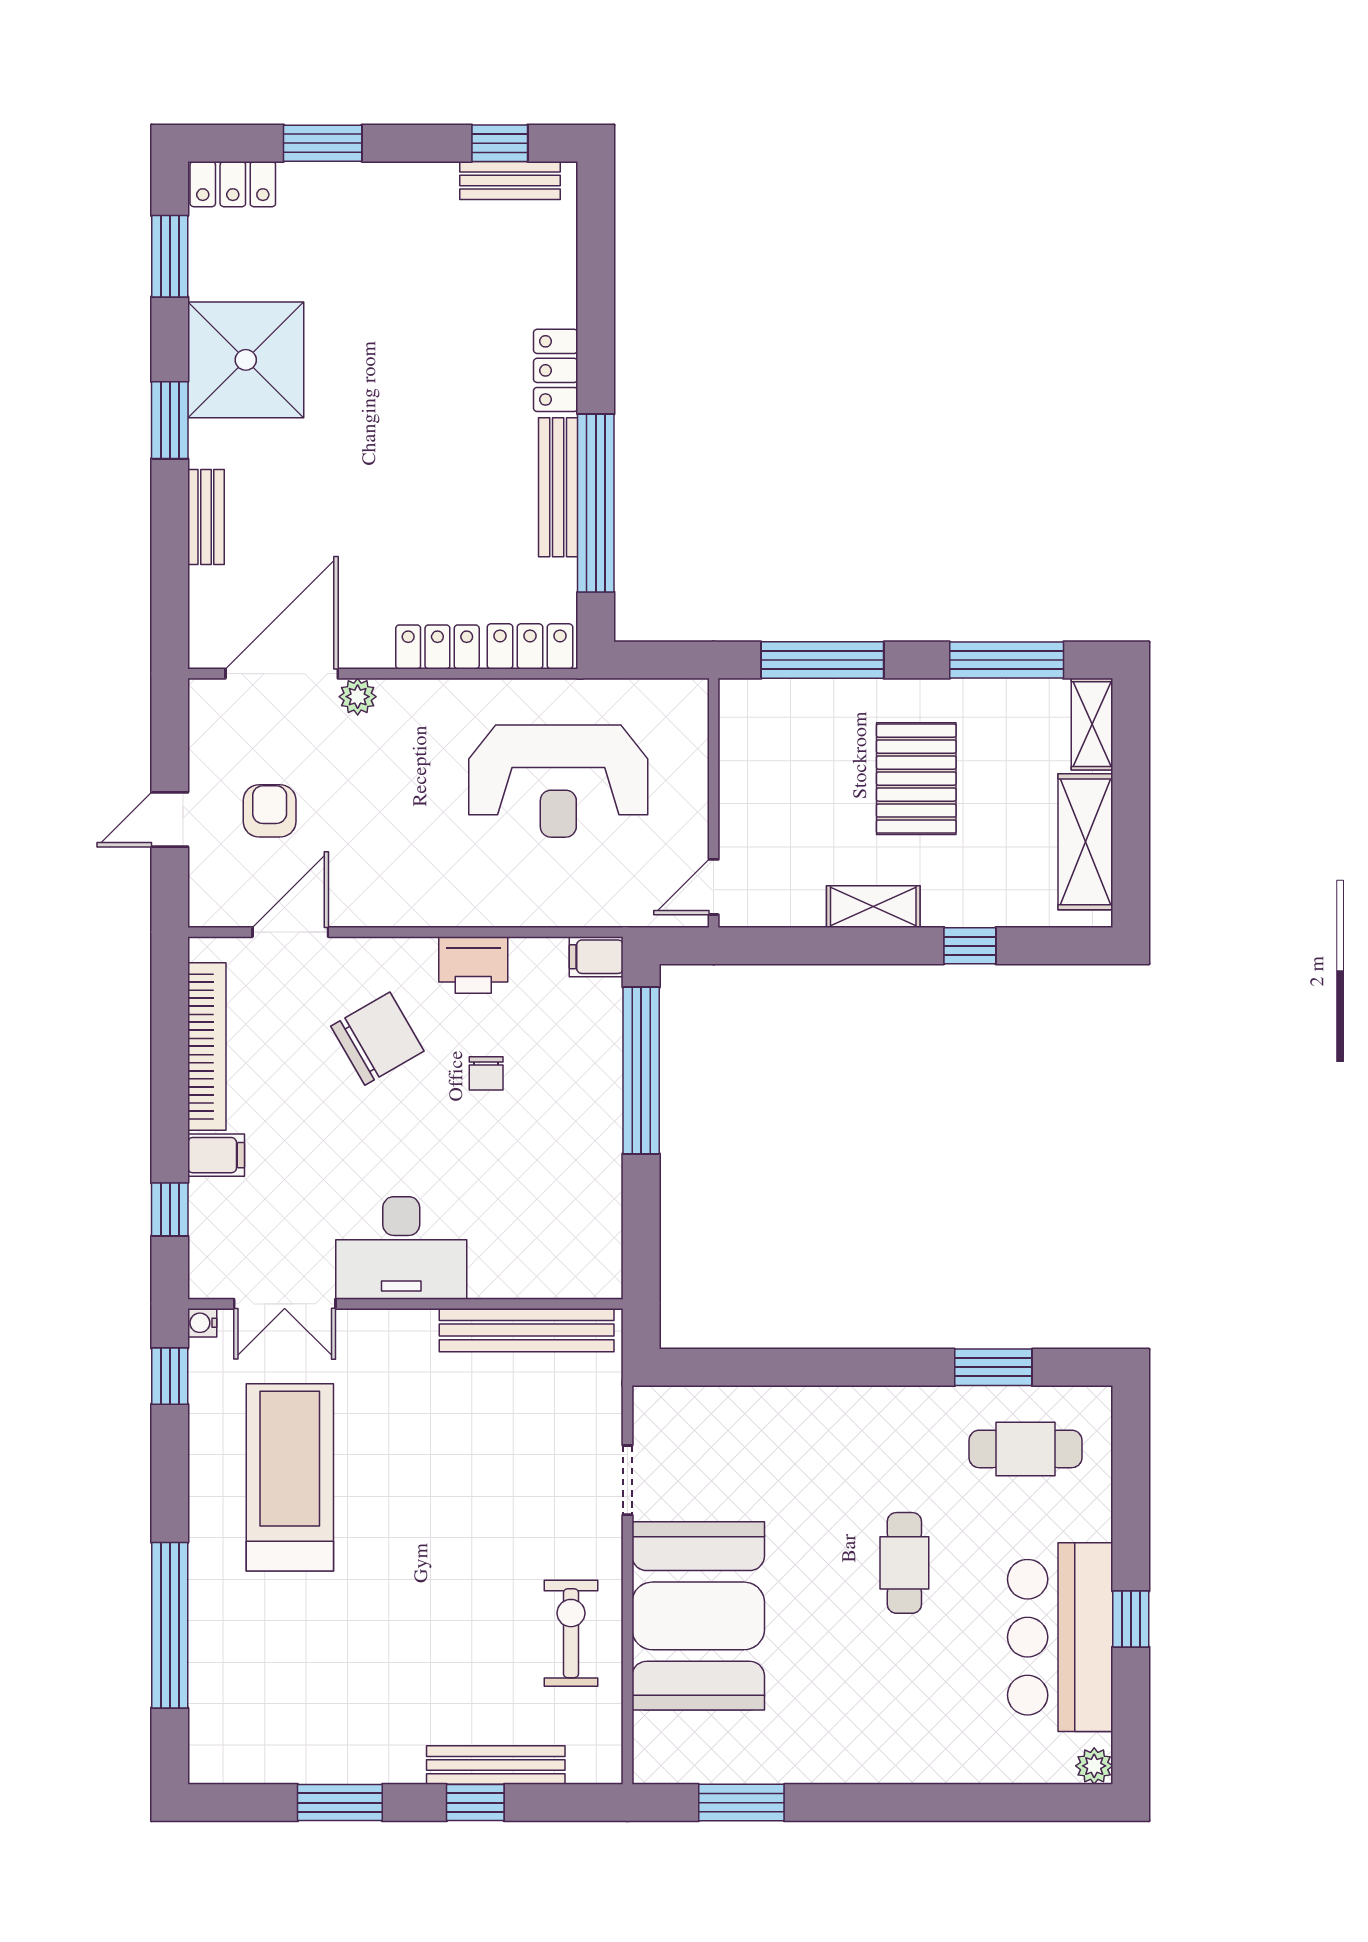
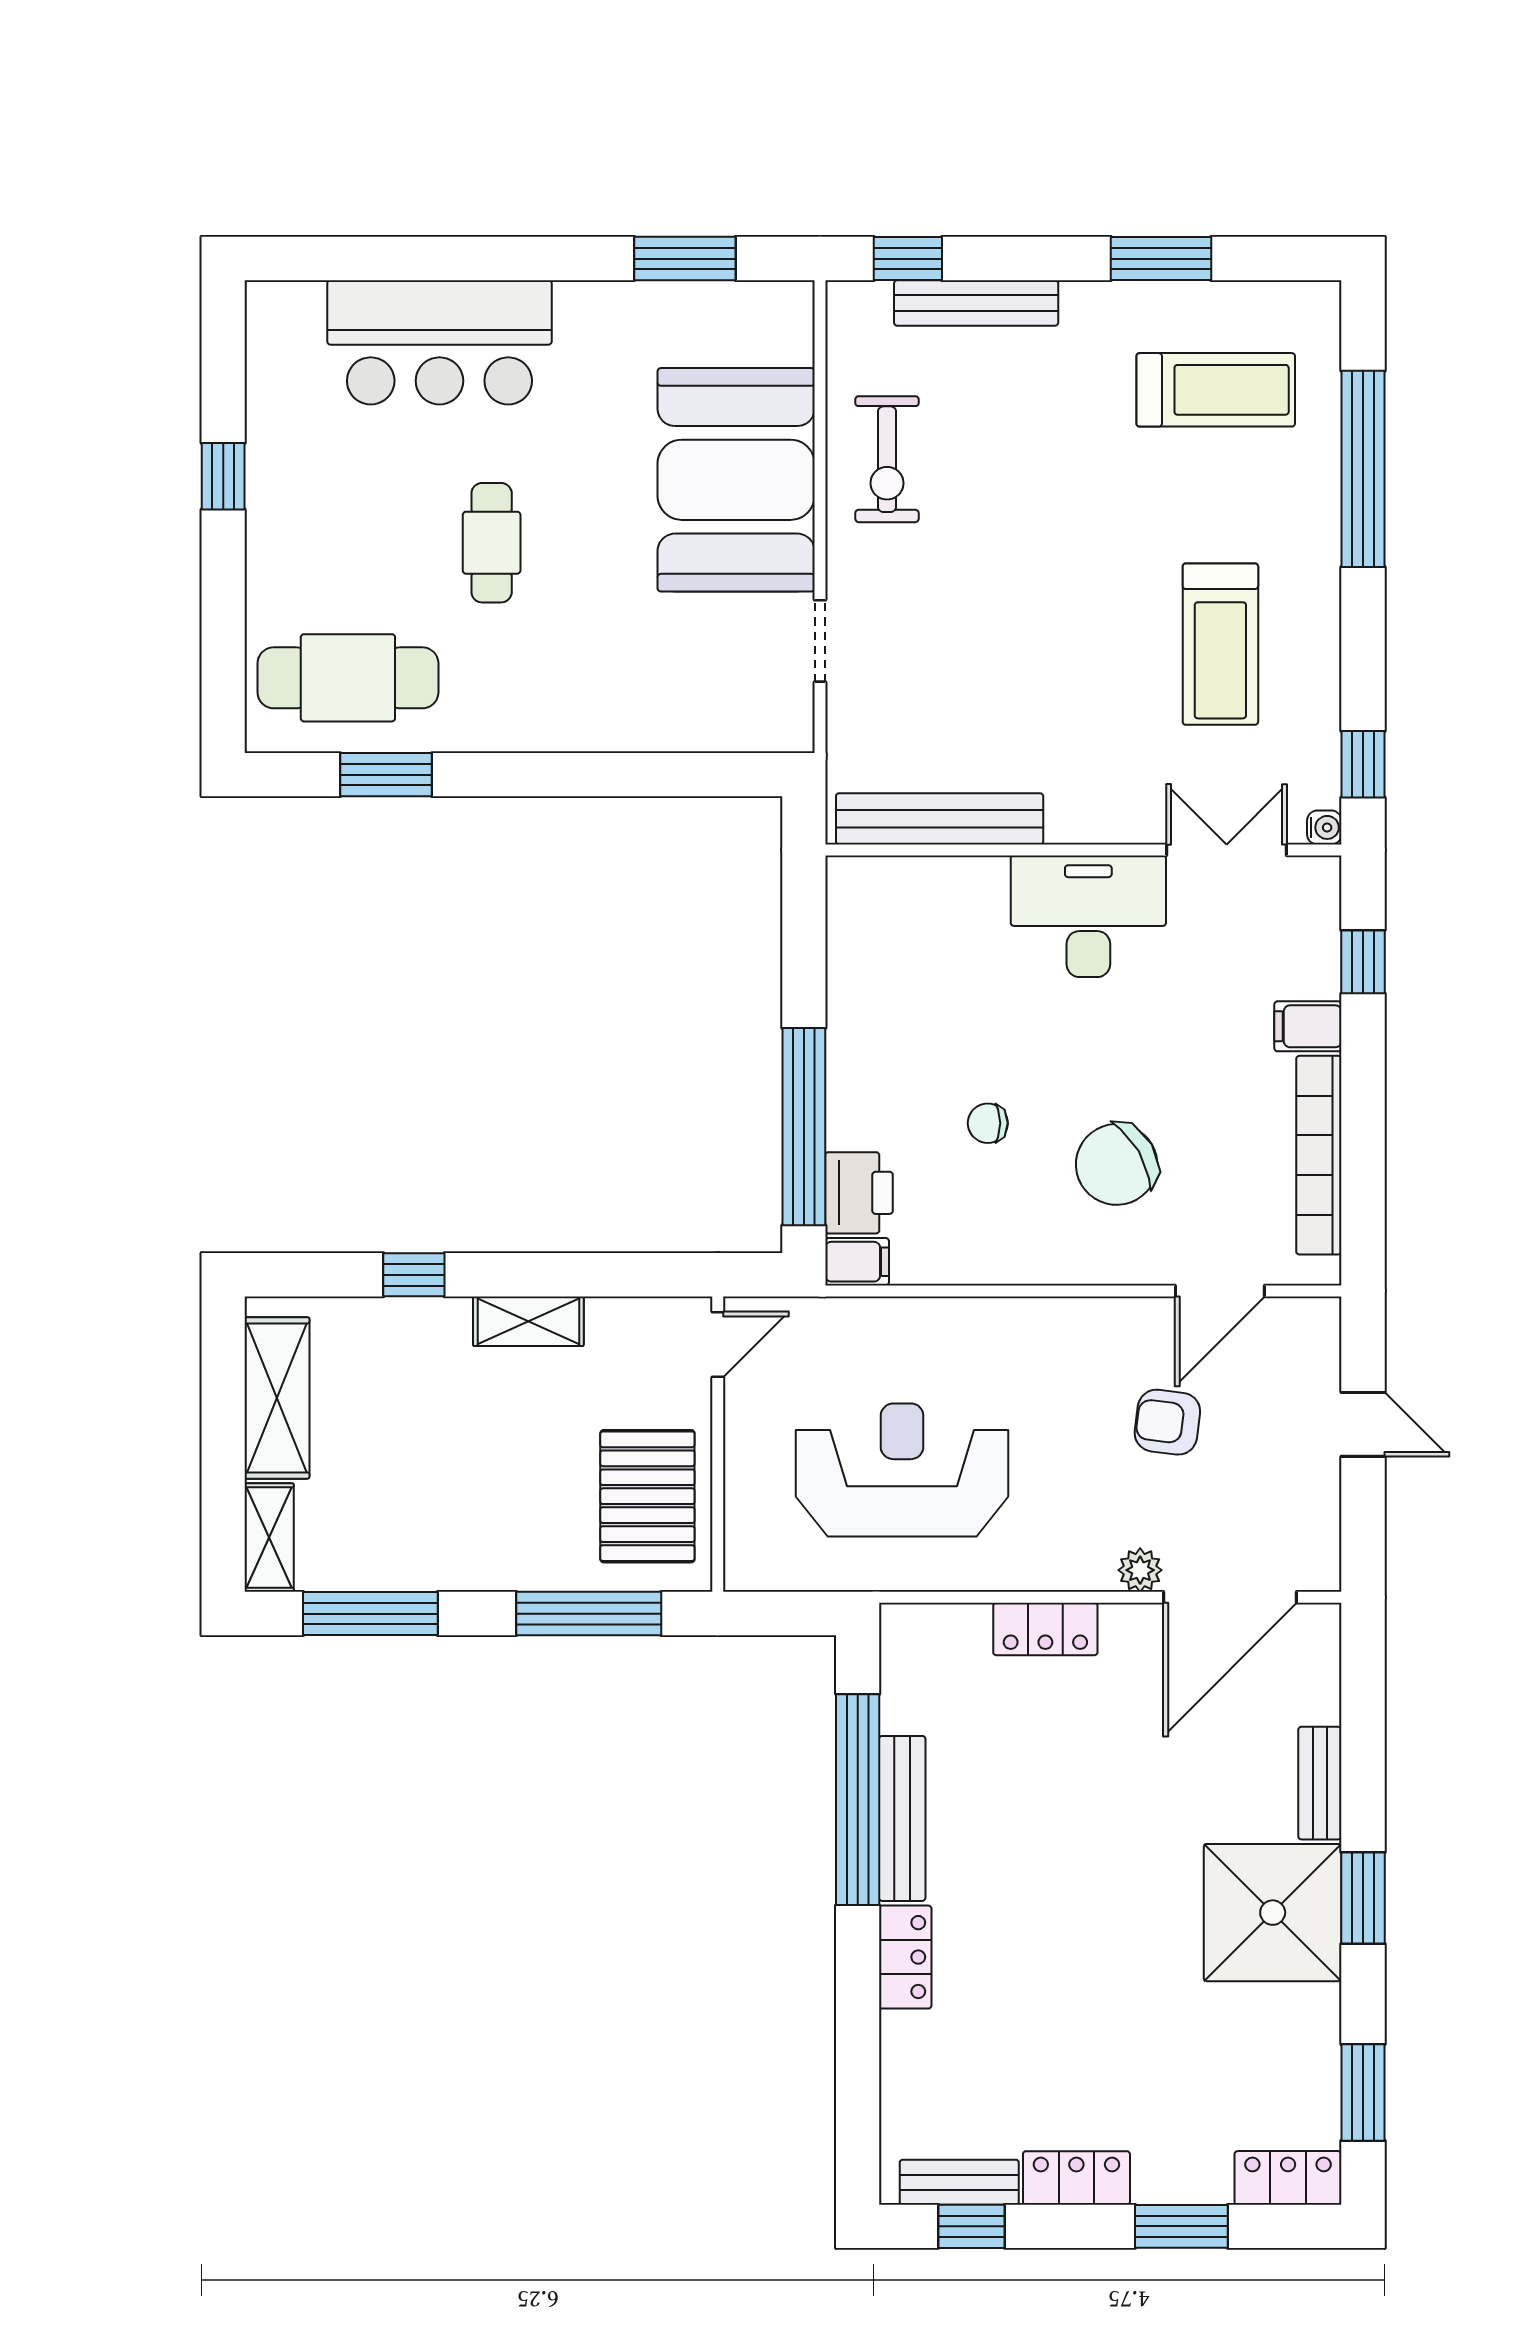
shower: (246, 360) -> (1273, 1913), moved
locker: (530, 646) -> (1076, 2178), moved, turned 180
pallet: (916, 779) -> (647, 1496), moved
armchair: (270, 811) -> (1167, 1422), moved, turned 97
door: (170, 820) -> (1363, 1424), hinge flipped
printer: (473, 965) -> (859, 1193), moved, turned 90
chair: (486, 1073) -> (988, 1123), turned -90
cafe table: (1025, 1449) -> (348, 678), width x1.37, depth x1.35
treadmill: (290, 1477) -> (1220, 644), width x0.73, depth x0.73
bar counter: (1060, 1637) -> (439, 342), moved, turned 90
treadmill: (294, 1692) -> (1216, 390), added
plant: (1094, 1766) -> (266, 302), removed
window: (475, 1803) -> (908, 259), moved

